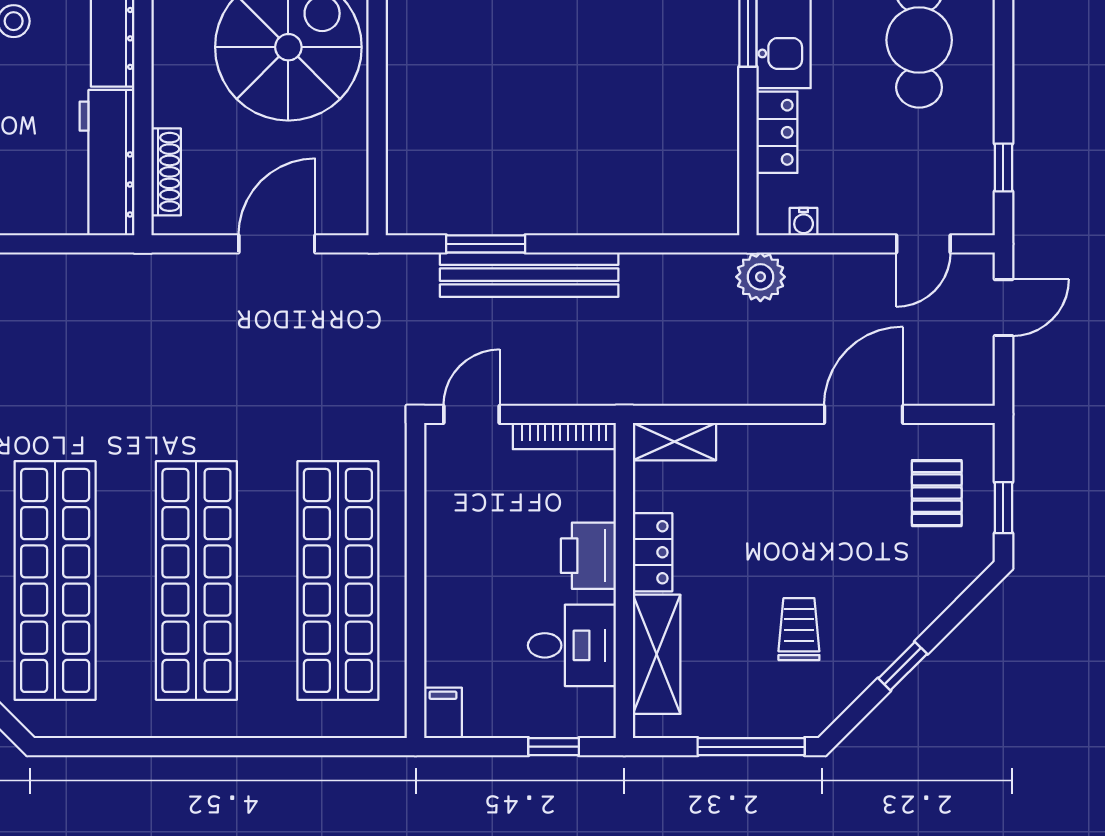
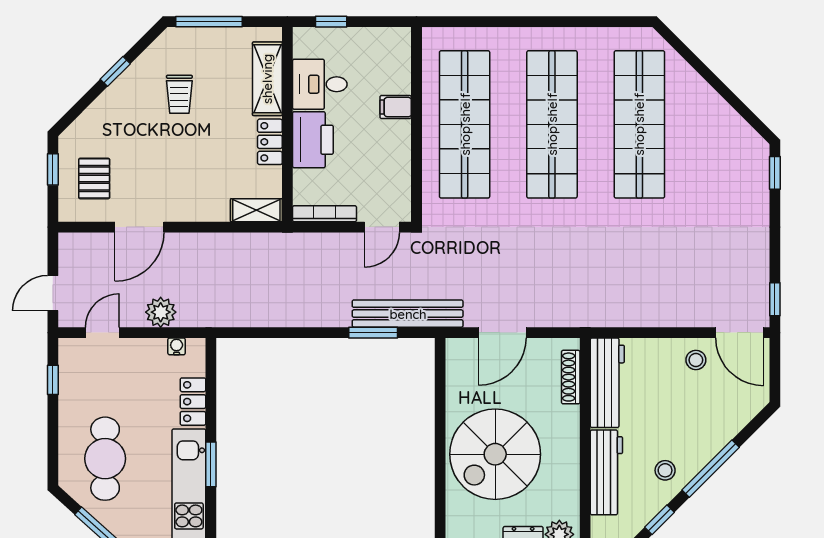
bench: (529, 275) -> (408, 314), moved
plant: (760, 277) -> (161, 312), moved
printer: (588, 556) -> (313, 140), width x1.37, depth x1.19
filing cabinet: (443, 713) -> (396, 107), moved, turned 90

